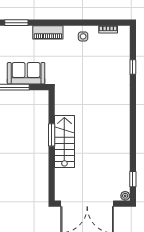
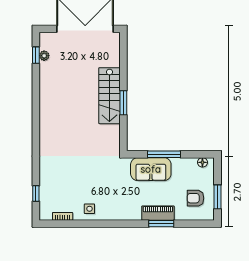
piano: (48, 32) -> (158, 213), moved
window: (133, 67) -> (36, 194), moved
plant: (125, 196) -> (44, 56), moved

